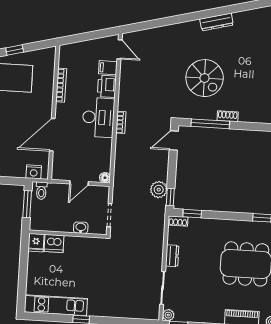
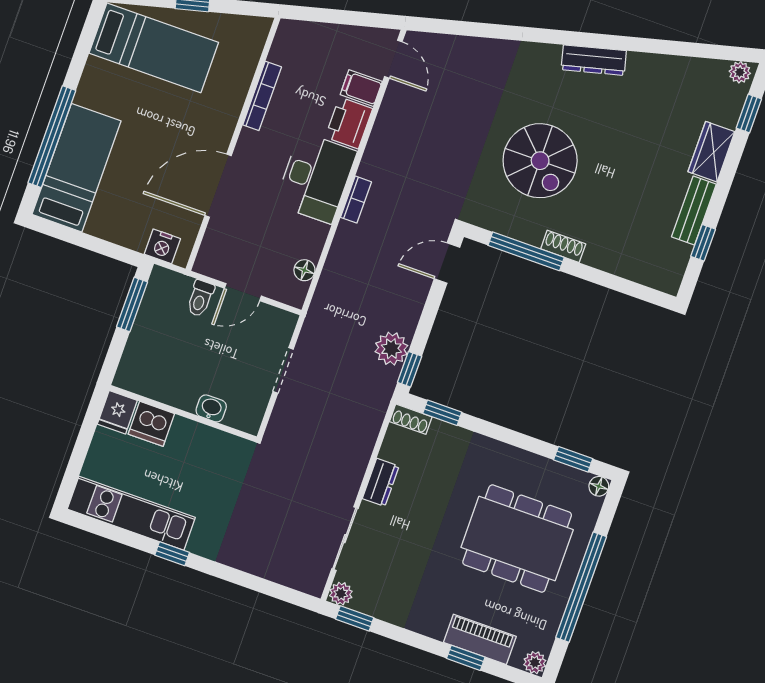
floor lamp: (105, 178) -> (304, 270), moved
toilet: (41, 191) -> (200, 298), moved
washbasin: (81, 228) -> (211, 408), moved
wall: (68, 234) -> (183, 414), moved
fridge: (36, 243) -> (117, 412), moved
dishwasher: (54, 243) -> (151, 424), moved

